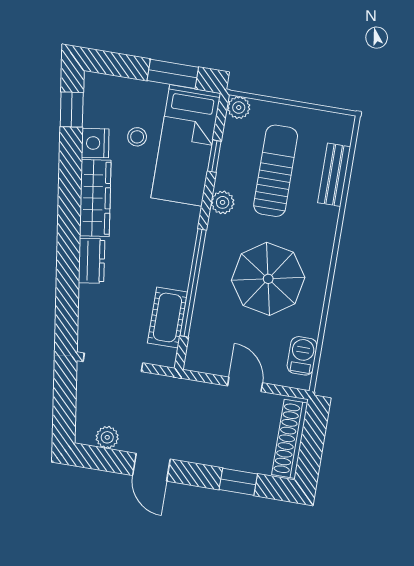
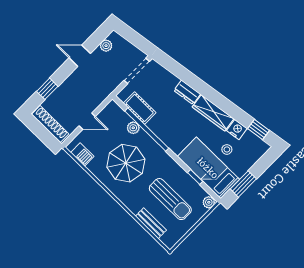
plant: (223, 202) -> (133, 128), moved

